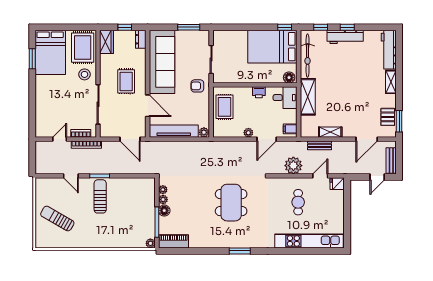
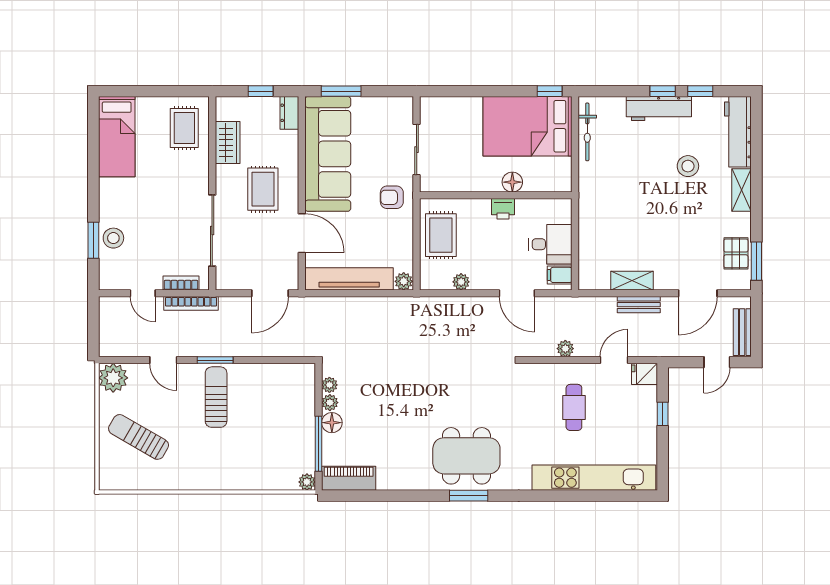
window: (189, 27) -> (341, 91), moved
window: (321, 27) -> (700, 91), moved
wardrobe: (107, 42) -> (228, 142), moved
rug: (83, 48) -> (184, 128), width x0.73, depth x0.70
bed: (50, 52) -> (117, 137), width x0.67
bicycle: (308, 56) -> (587, 132), width x0.73, depth x0.71
window: (32, 59) -> (93, 240), moved
stool: (361, 69) -> (688, 166), added
stool: (85, 74) -> (113, 238), moved
floor lamp: (289, 78) -> (512, 182), moved
shelving: (308, 97) -> (591, 217), removed
desk: (285, 98) -> (550, 244), moved
plant: (248, 133) -> (461, 282), moved
door: (60, 139) -> (143, 293), swing flipped
door: (130, 139) -> (270, 293), hinge flipped
door: (267, 139) -> (517, 293), hinge flipped
bench: (319, 145) -> (639, 305), moved
plant: (293, 166) -> (565, 349), width x0.53, depth x0.53
plant: (43, 186) -> (113, 378), added
dining table: (231, 203) -> (466, 456), moved, turned 90
window: (347, 206) -> (663, 414), added

